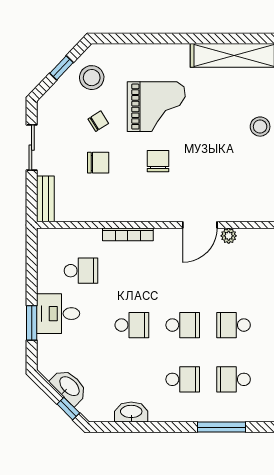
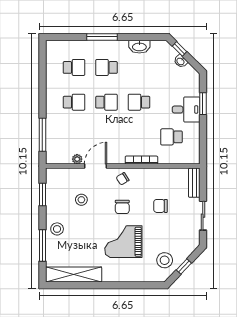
chair: (98, 121) -> (123, 179), moved
stool: (222, 172) -> (81, 200), added
school desk: (183, 325) -> (106, 102), turned 180
washbasin: (69, 387) -> (181, 61), width x0.52, depth x0.69
window: (222, 427) -> (102, 37), moved

